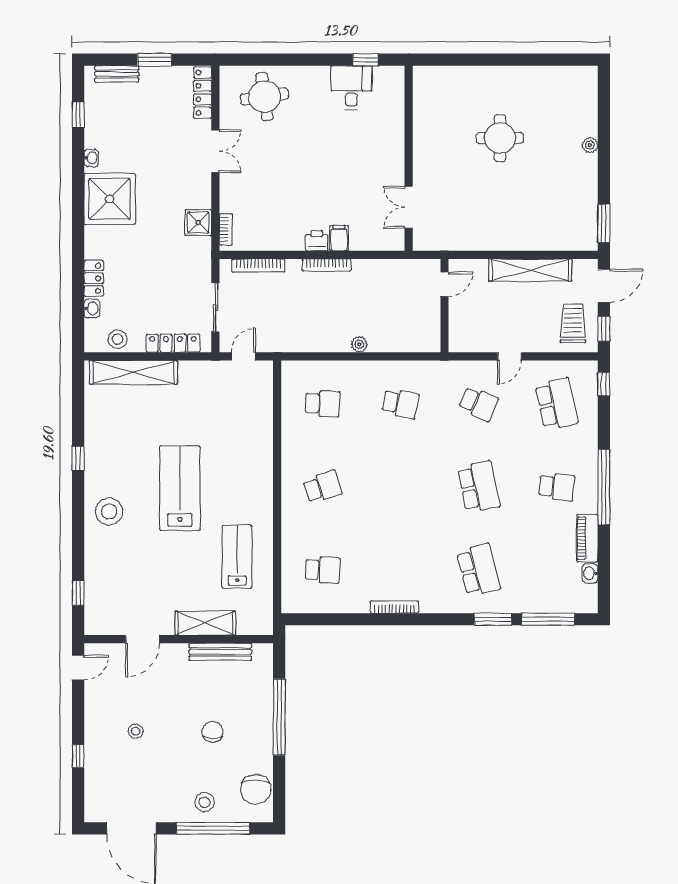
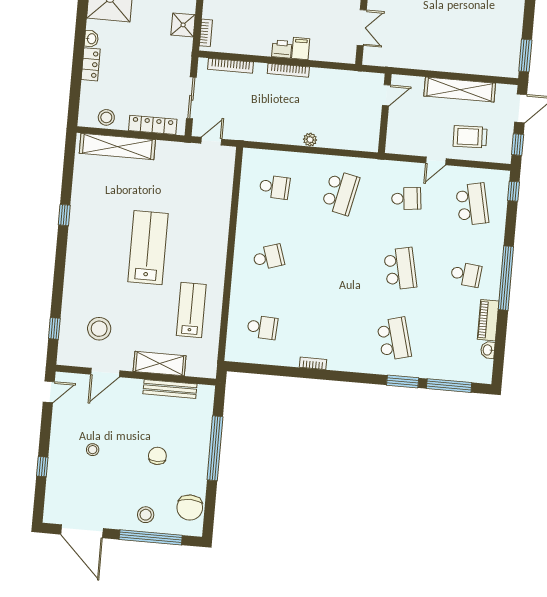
double door: (409, 207) -> (362, 28), swing flipped
washbasin: (92, 308) -> (91, 39), moved
trolley: (573, 323) -> (470, 137), moved, turned -92
school desk: (401, 404) -> (340, 193), width x1.85
school desk: (479, 404) -> (406, 199), turned -30
stool: (109, 511) -> (99, 329), moved
bookcase: (395, 607) -> (313, 363), width x0.64

